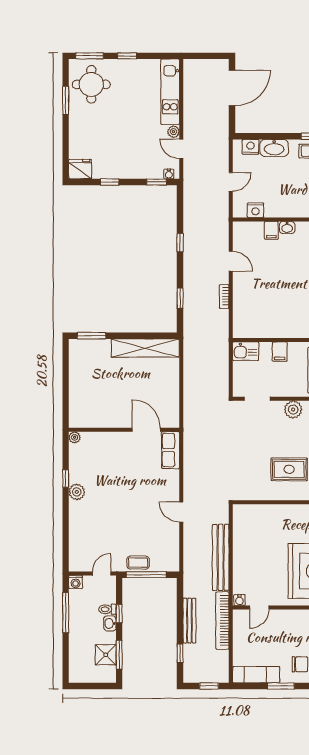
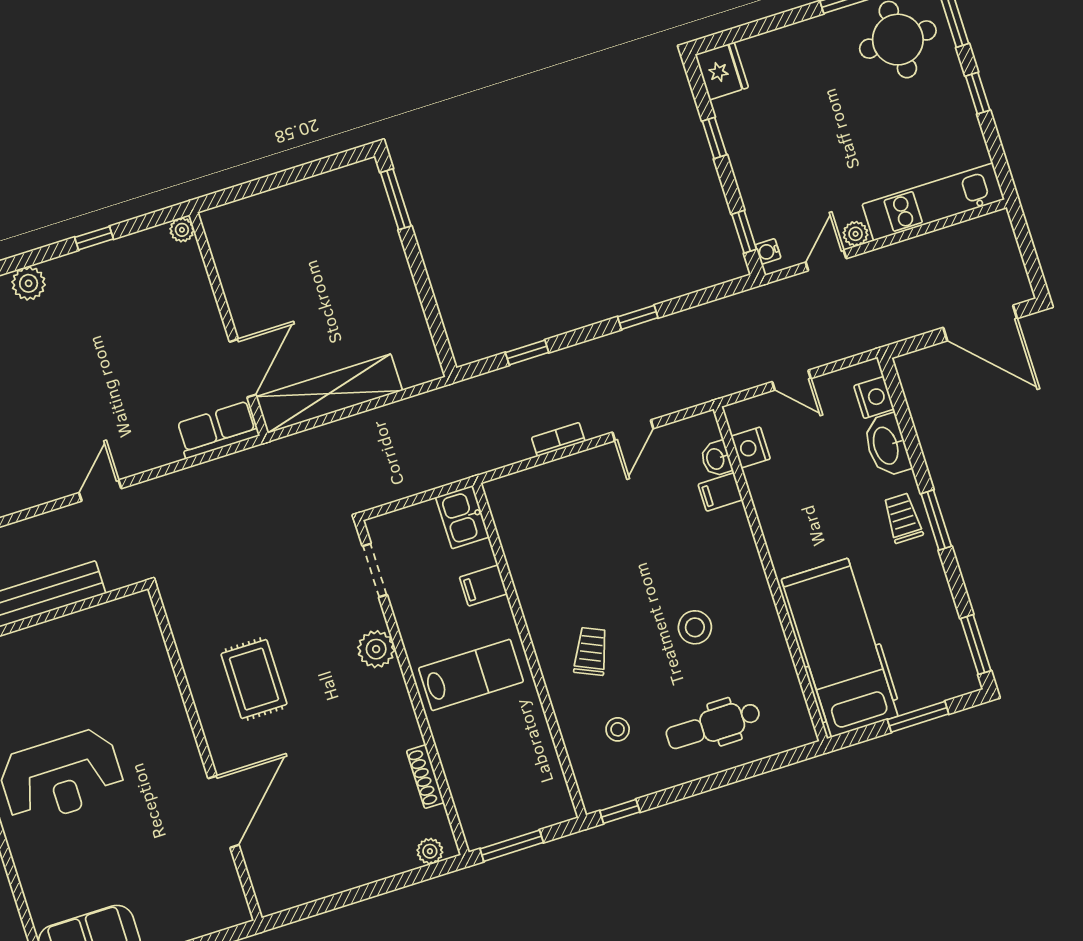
washbasin: (287, 228) -> (716, 459), moved
shelving: (145, 348) -> (329, 394), moved, turned 90
plant: (77, 492) -> (29, 283), moved

